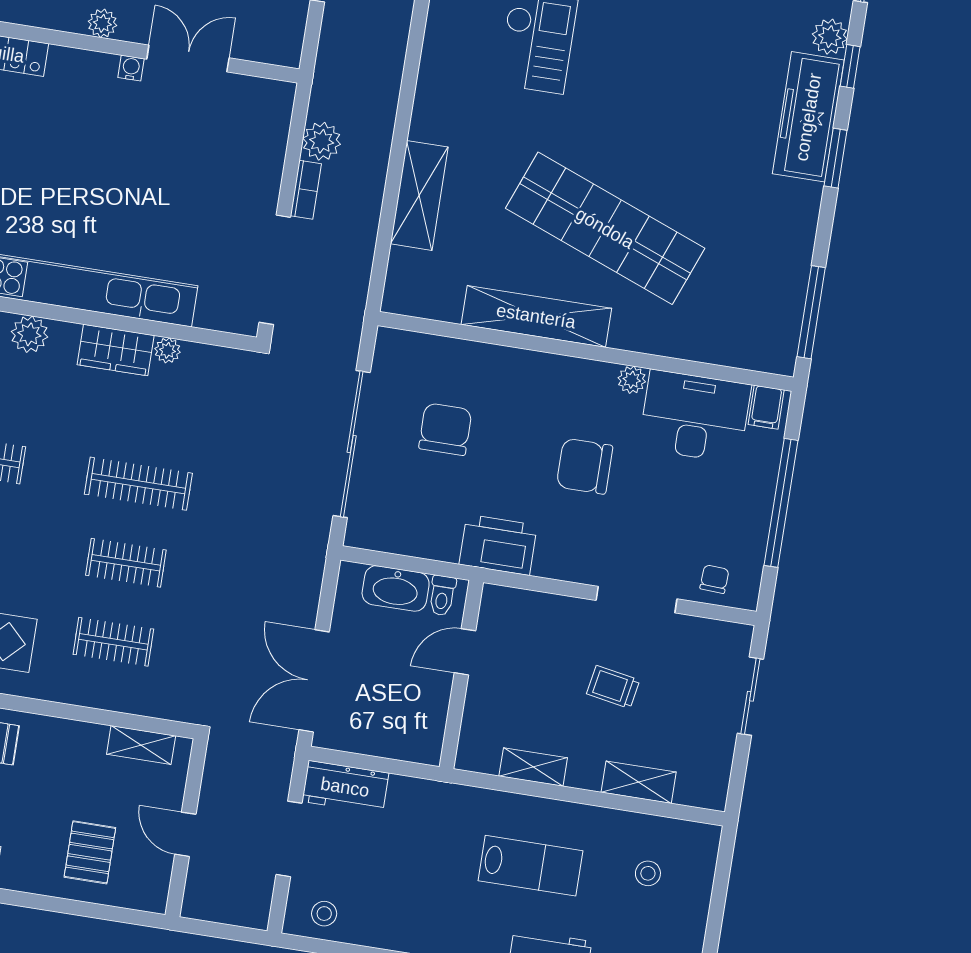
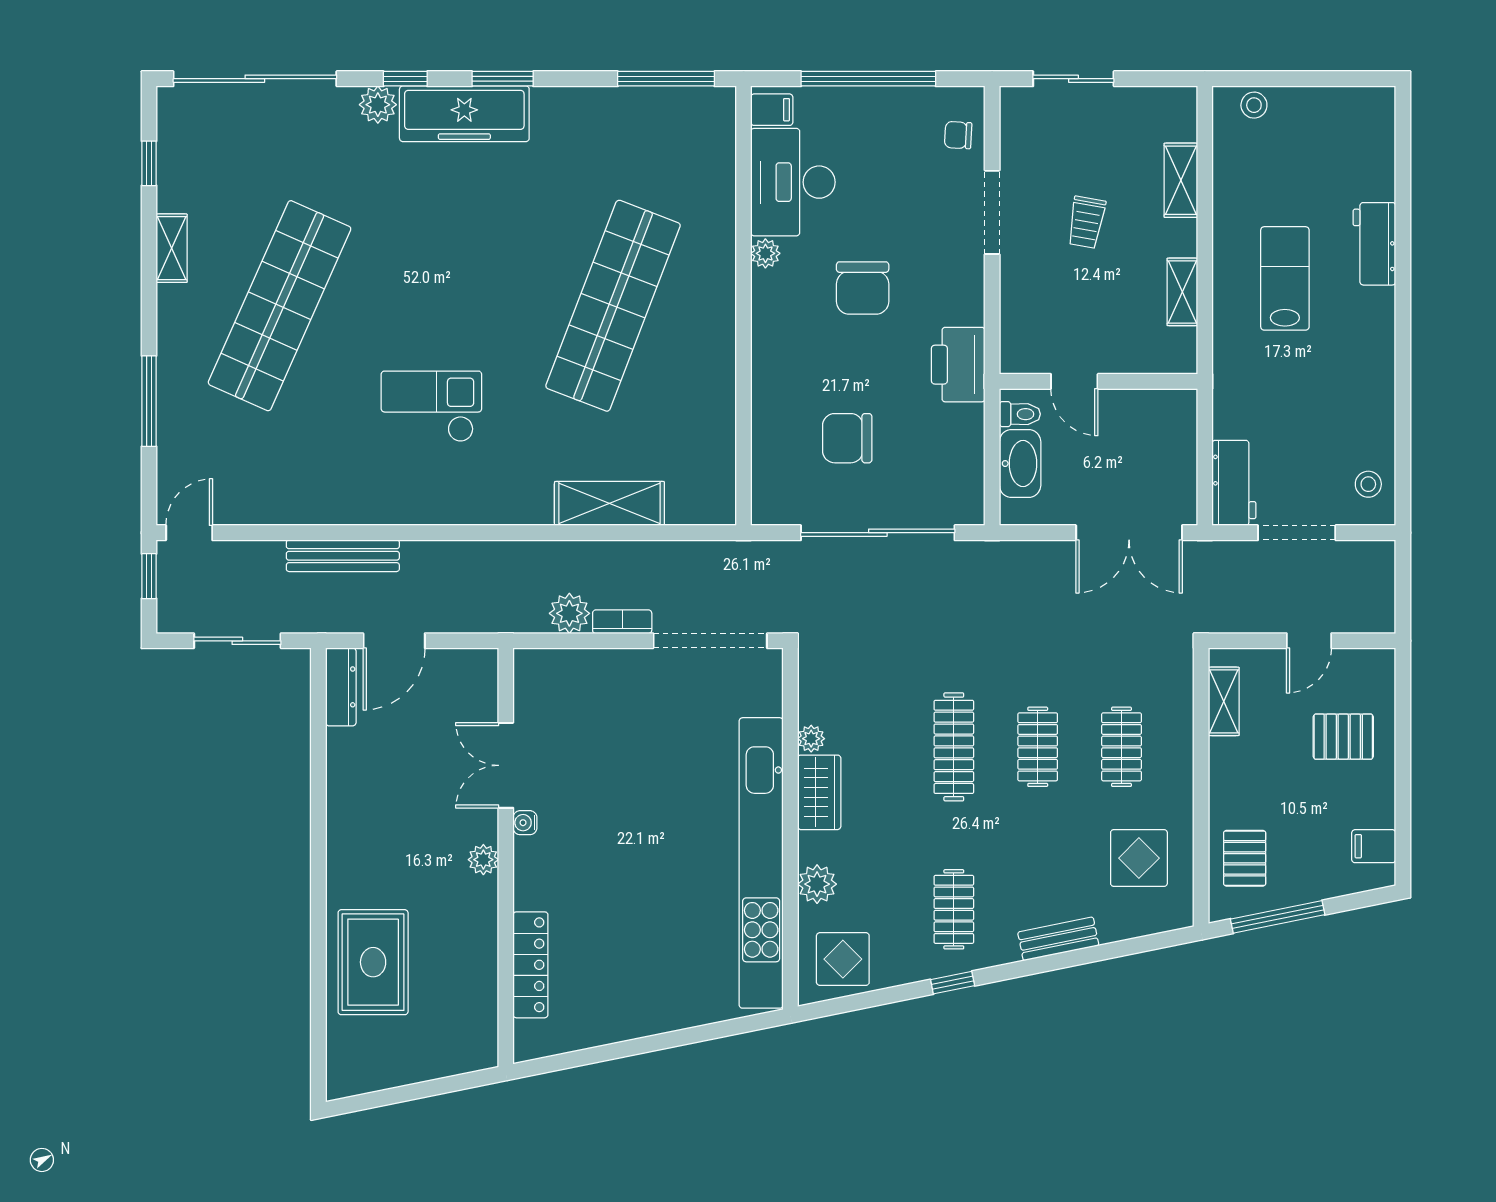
shelving: (536, 316) -> (715, 363), removed
stool: (648, 873) -> (1254, 105), moved

